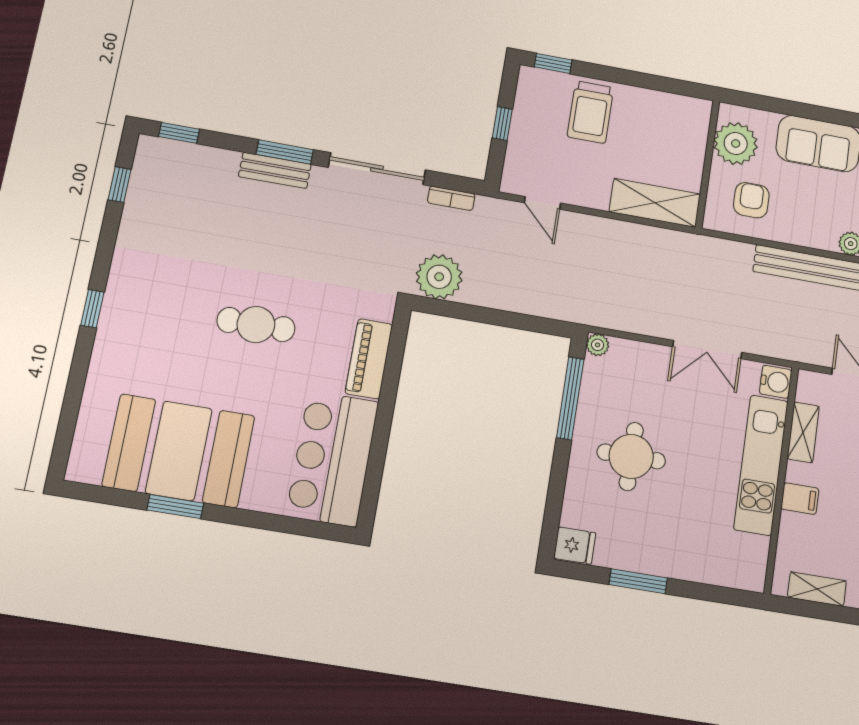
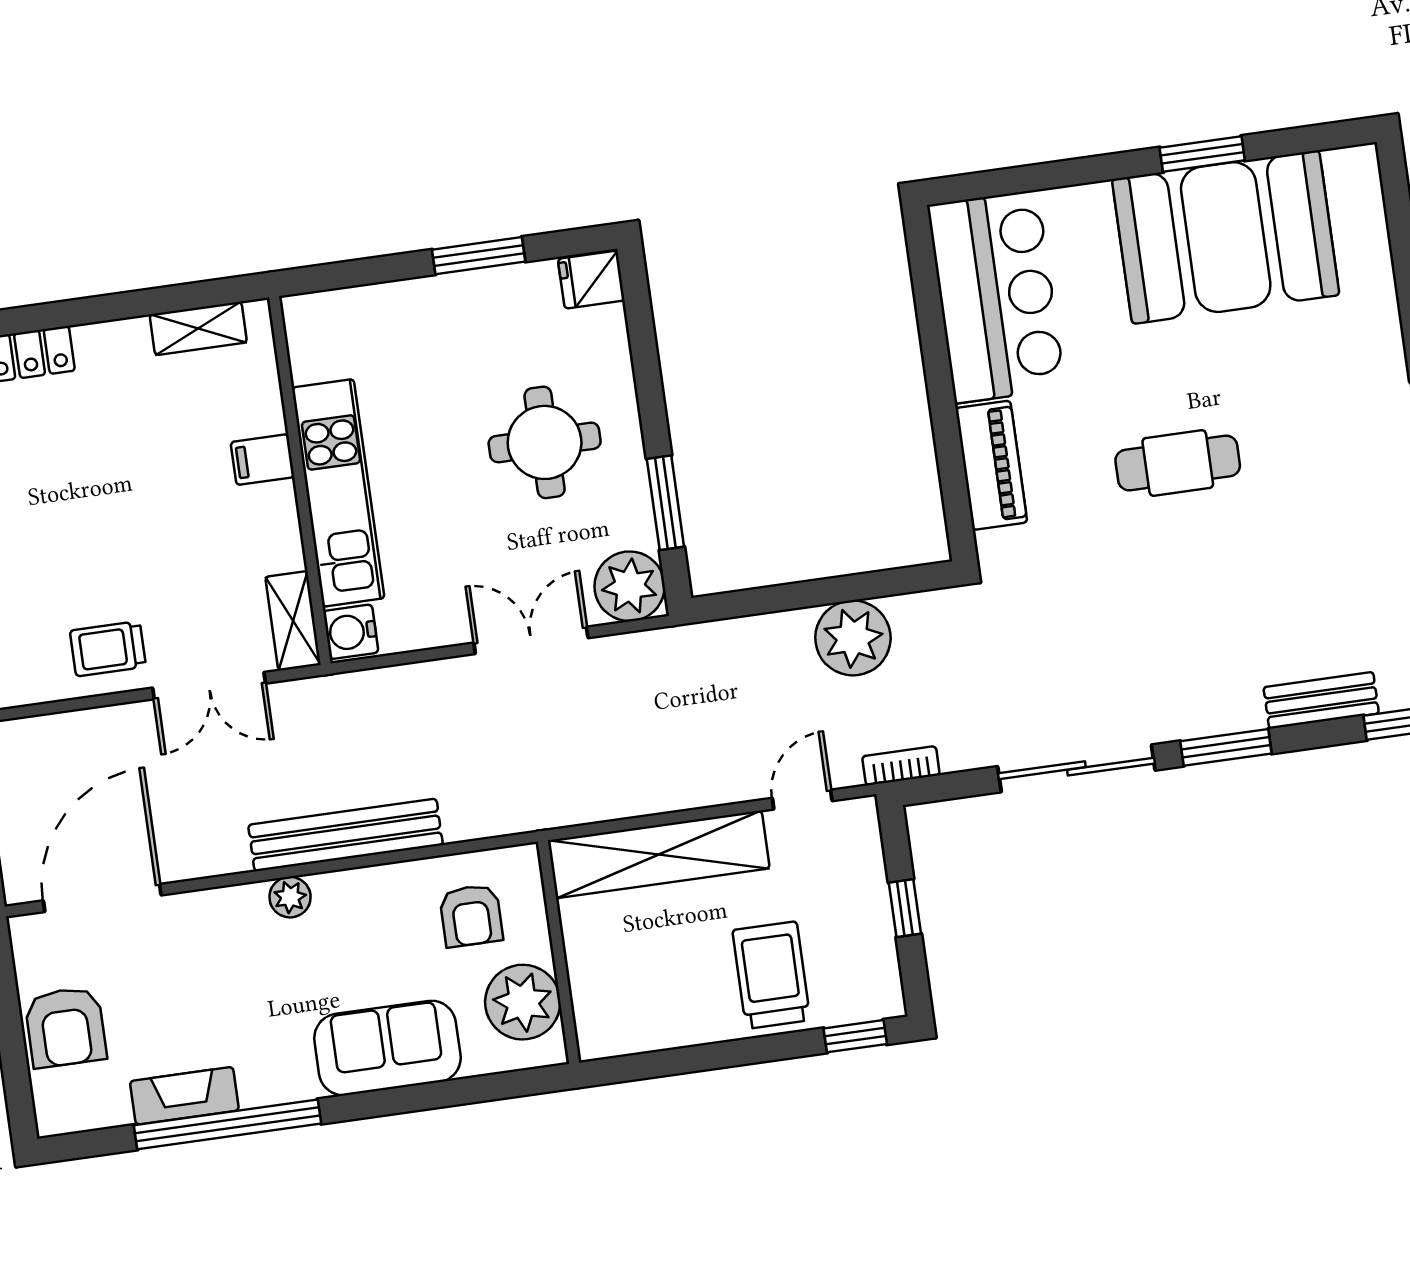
bench: (275, 170) -> (1321, 700), moved
bookcase: (451, 198) -> (901, 766), moved
door: (542, 203) -> (802, 800), hinge flipped
shelving: (655, 203) -> (659, 854), width x1.47
plant: (439, 277) -> (853, 638), moved
plant: (598, 345) -> (630, 586), width x1.88, depth x1.88
double door: (707, 350) -> (531, 640), moved
window: (570, 398) -> (665, 503), width x0.69
shelving: (803, 432) -> (293, 621), moved

